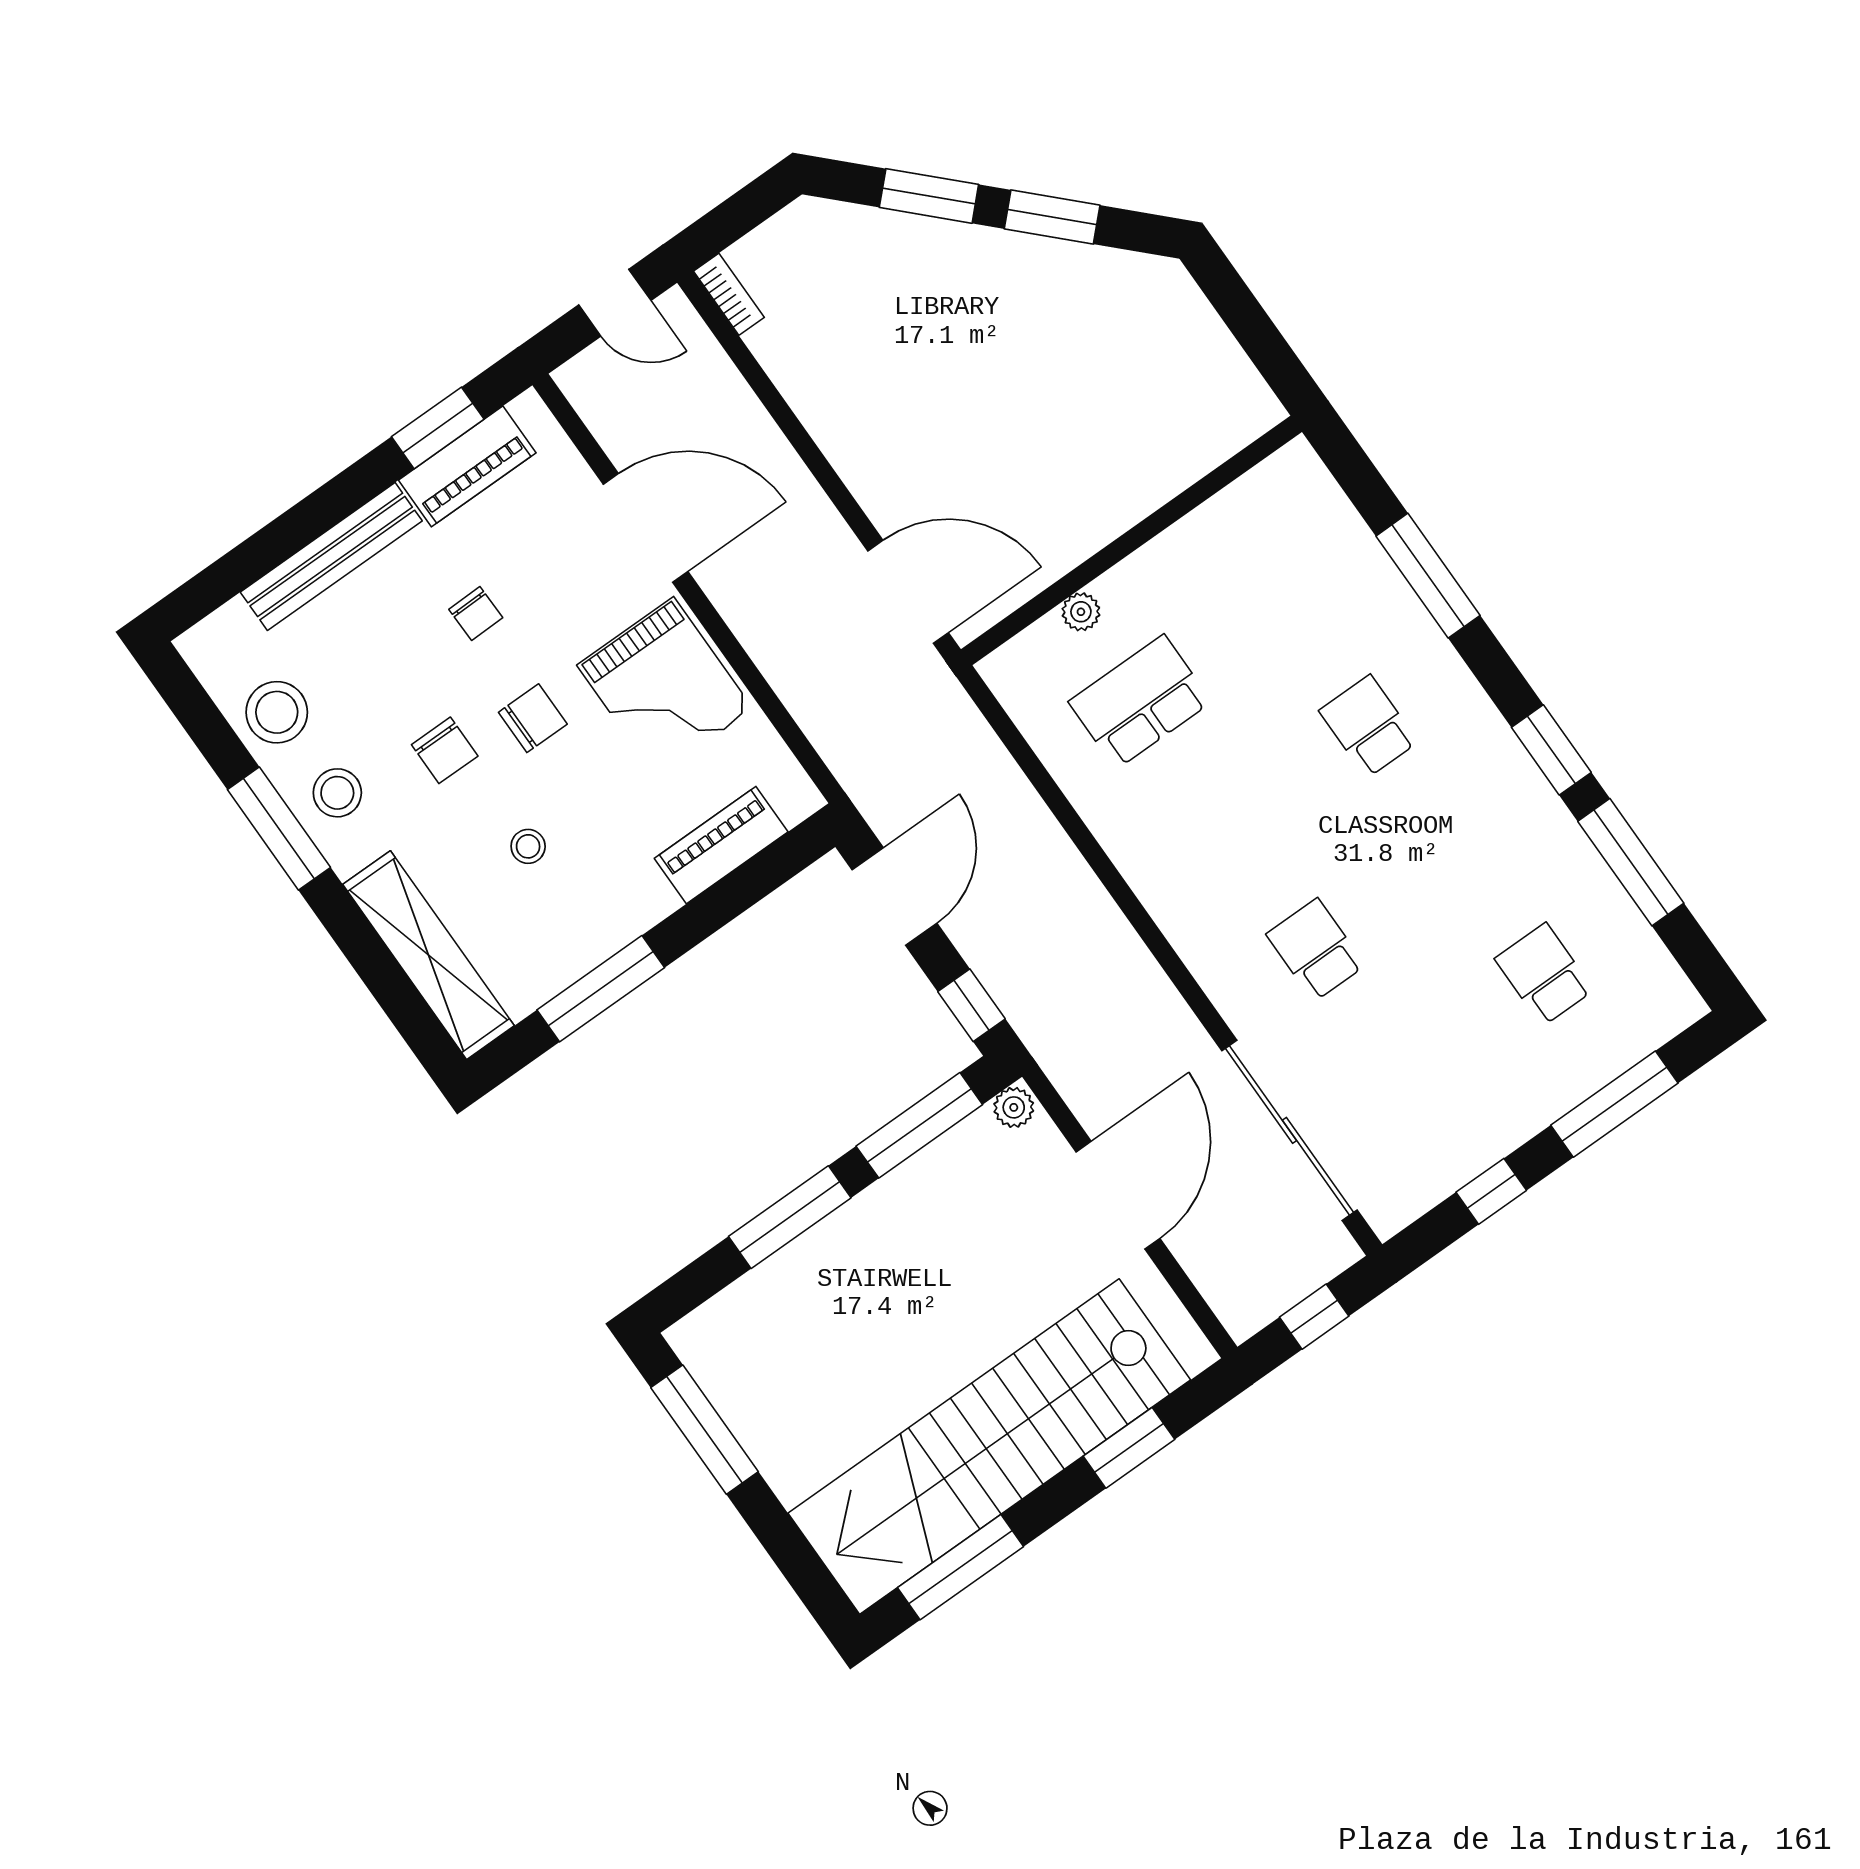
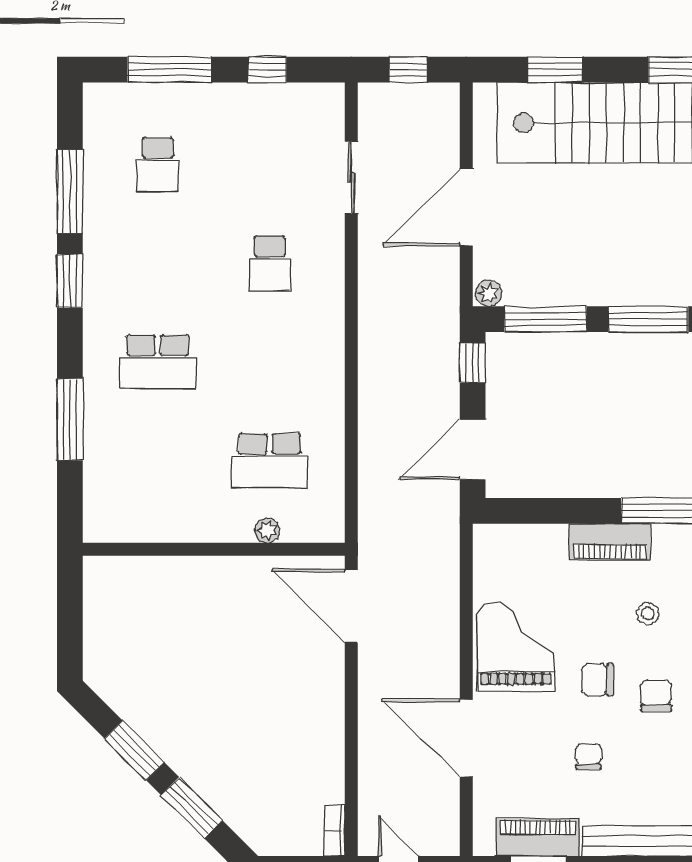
school desk: (1368, 726) -> (158, 362), width x1.85
piano: (721, 845) -> (610, 542), moved
sliding door: (1290, 1130) -> (351, 178), width x0.54

